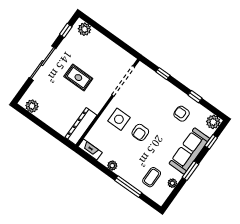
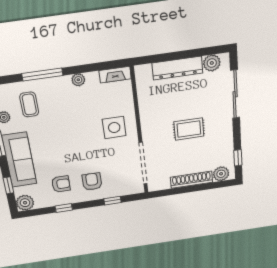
shoe rack: (105, 42) -> (191, 180), added
sliding door: (43, 63) -> (235, 94), moved
dresser: (81, 126) -> (177, 68), moved, turned 90
armchair: (140, 132) -> (92, 182), moved

